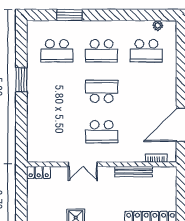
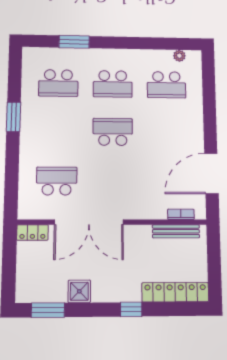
school desk: (102, 132) -> (57, 181), moved, turned 180
double door: (83, 164) -> (89, 222), width x1.87
bench: (134, 172) -> (176, 231), moved

